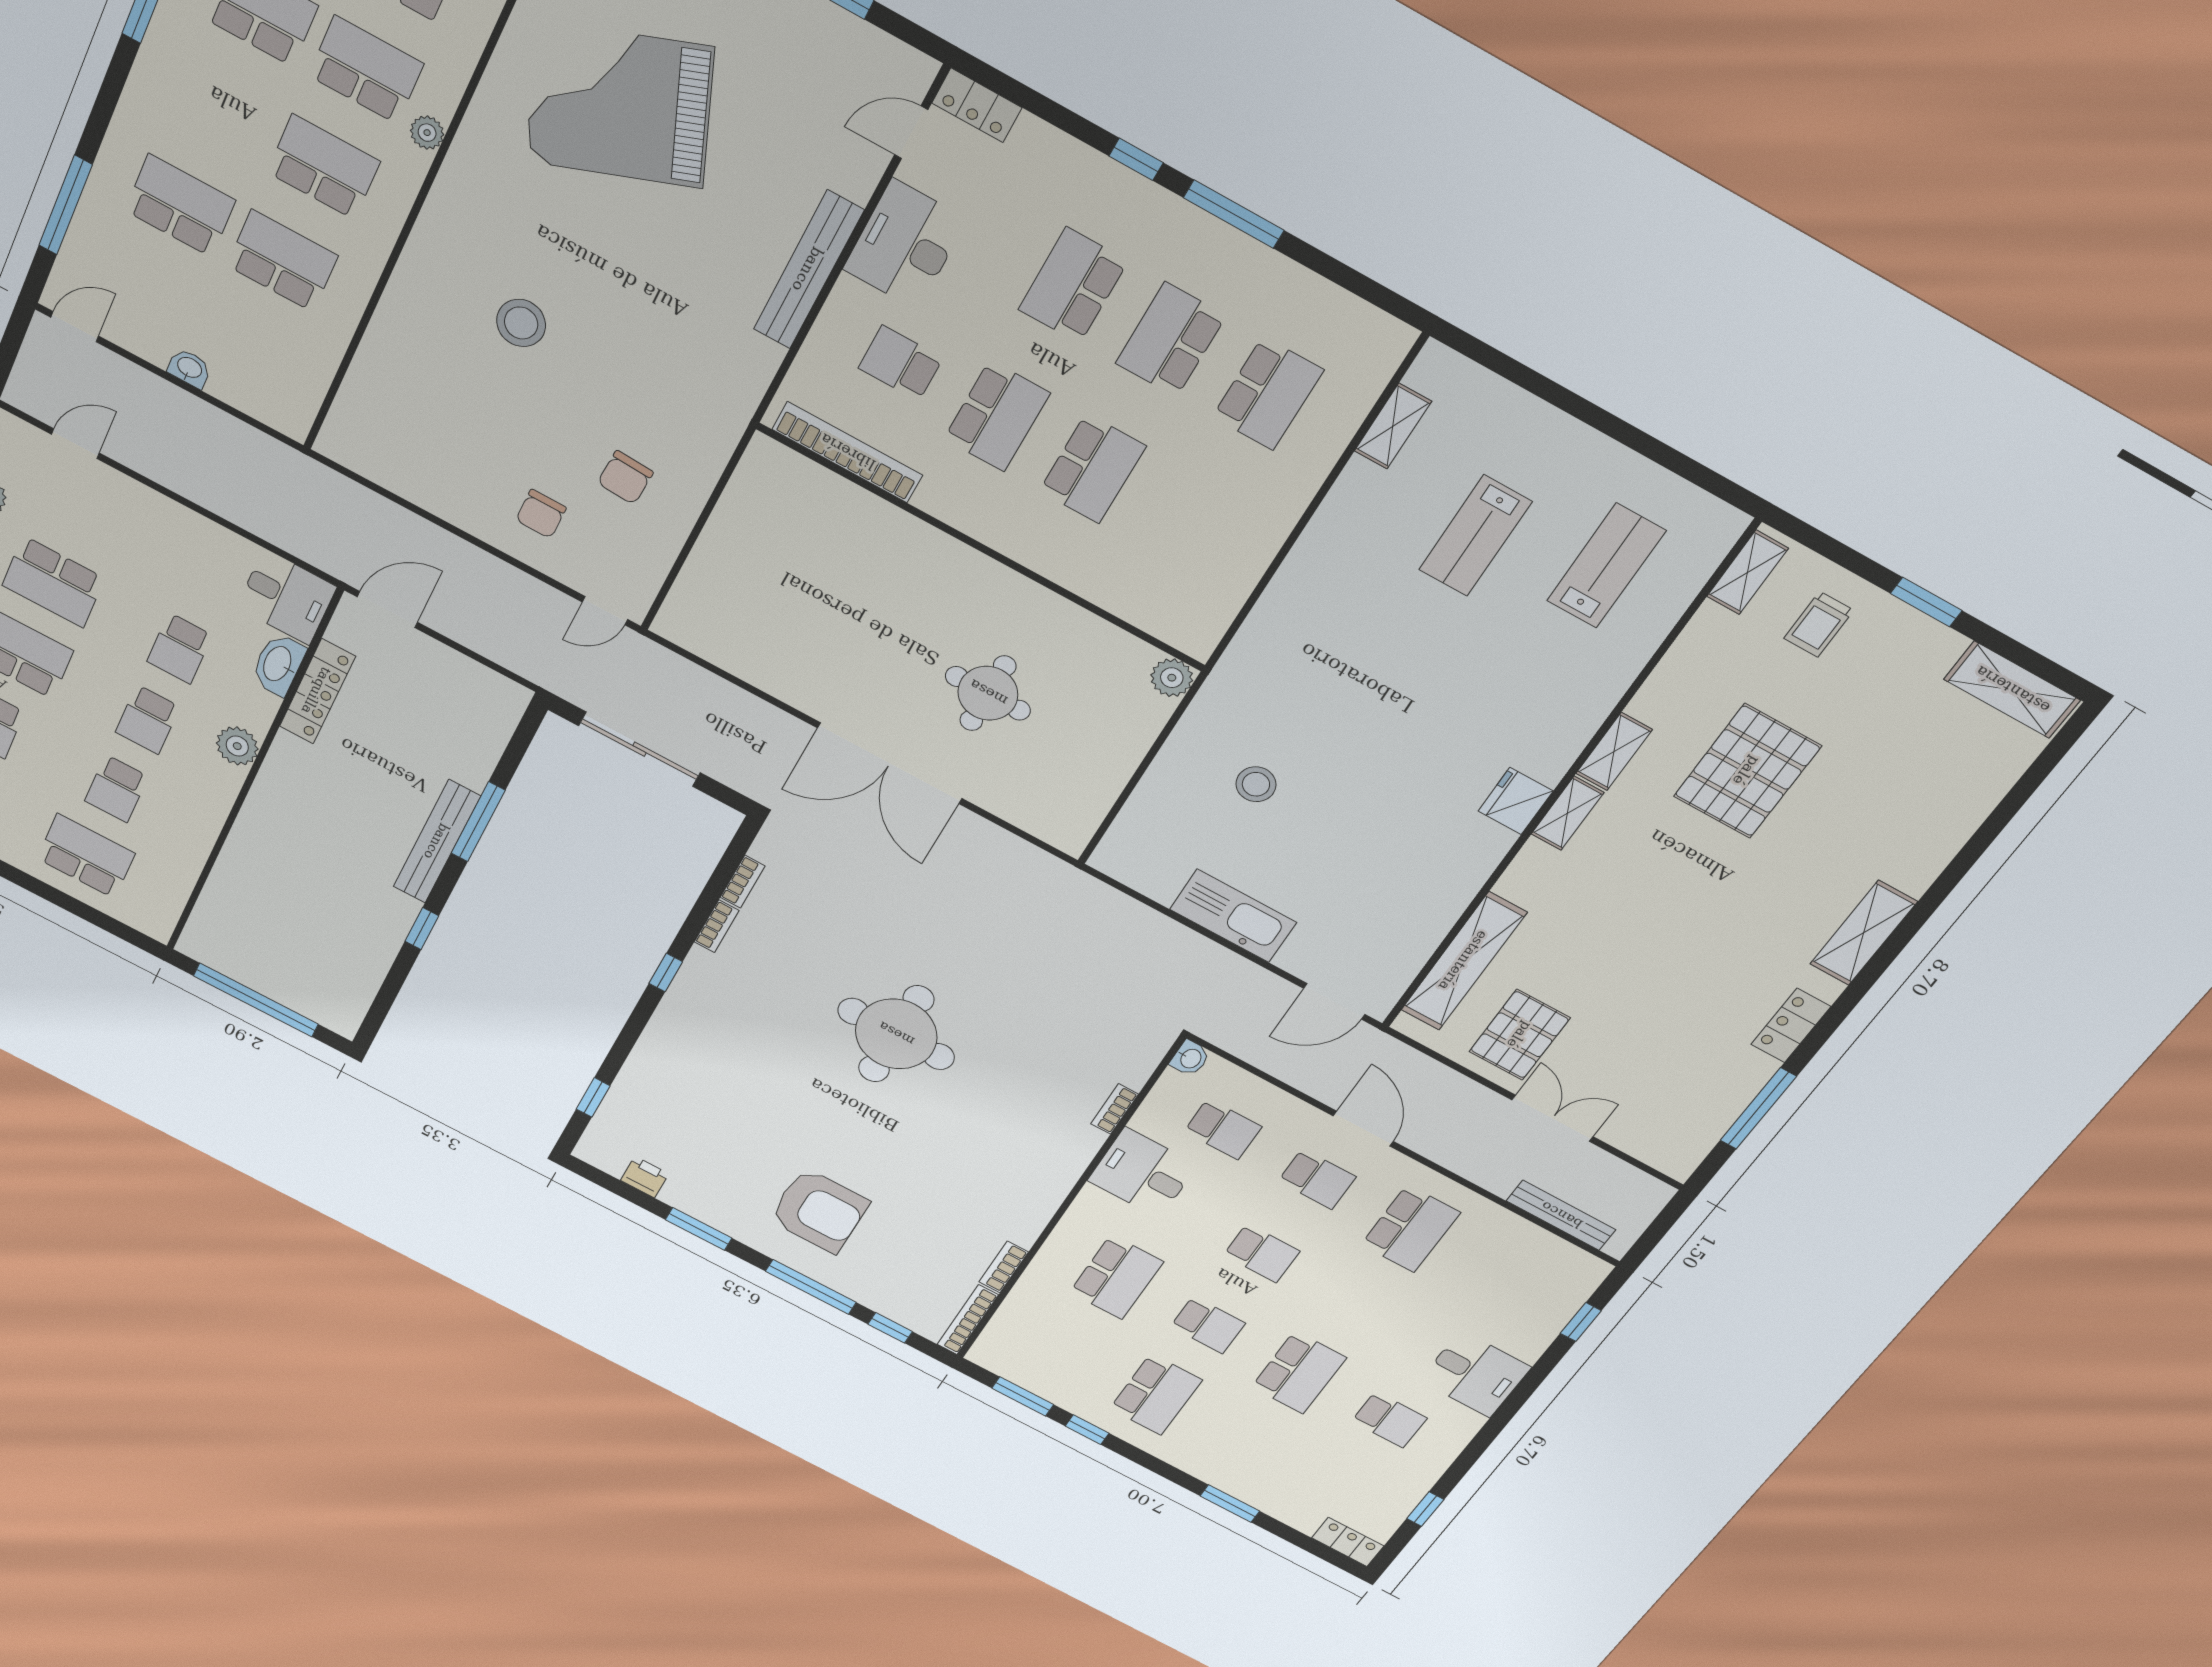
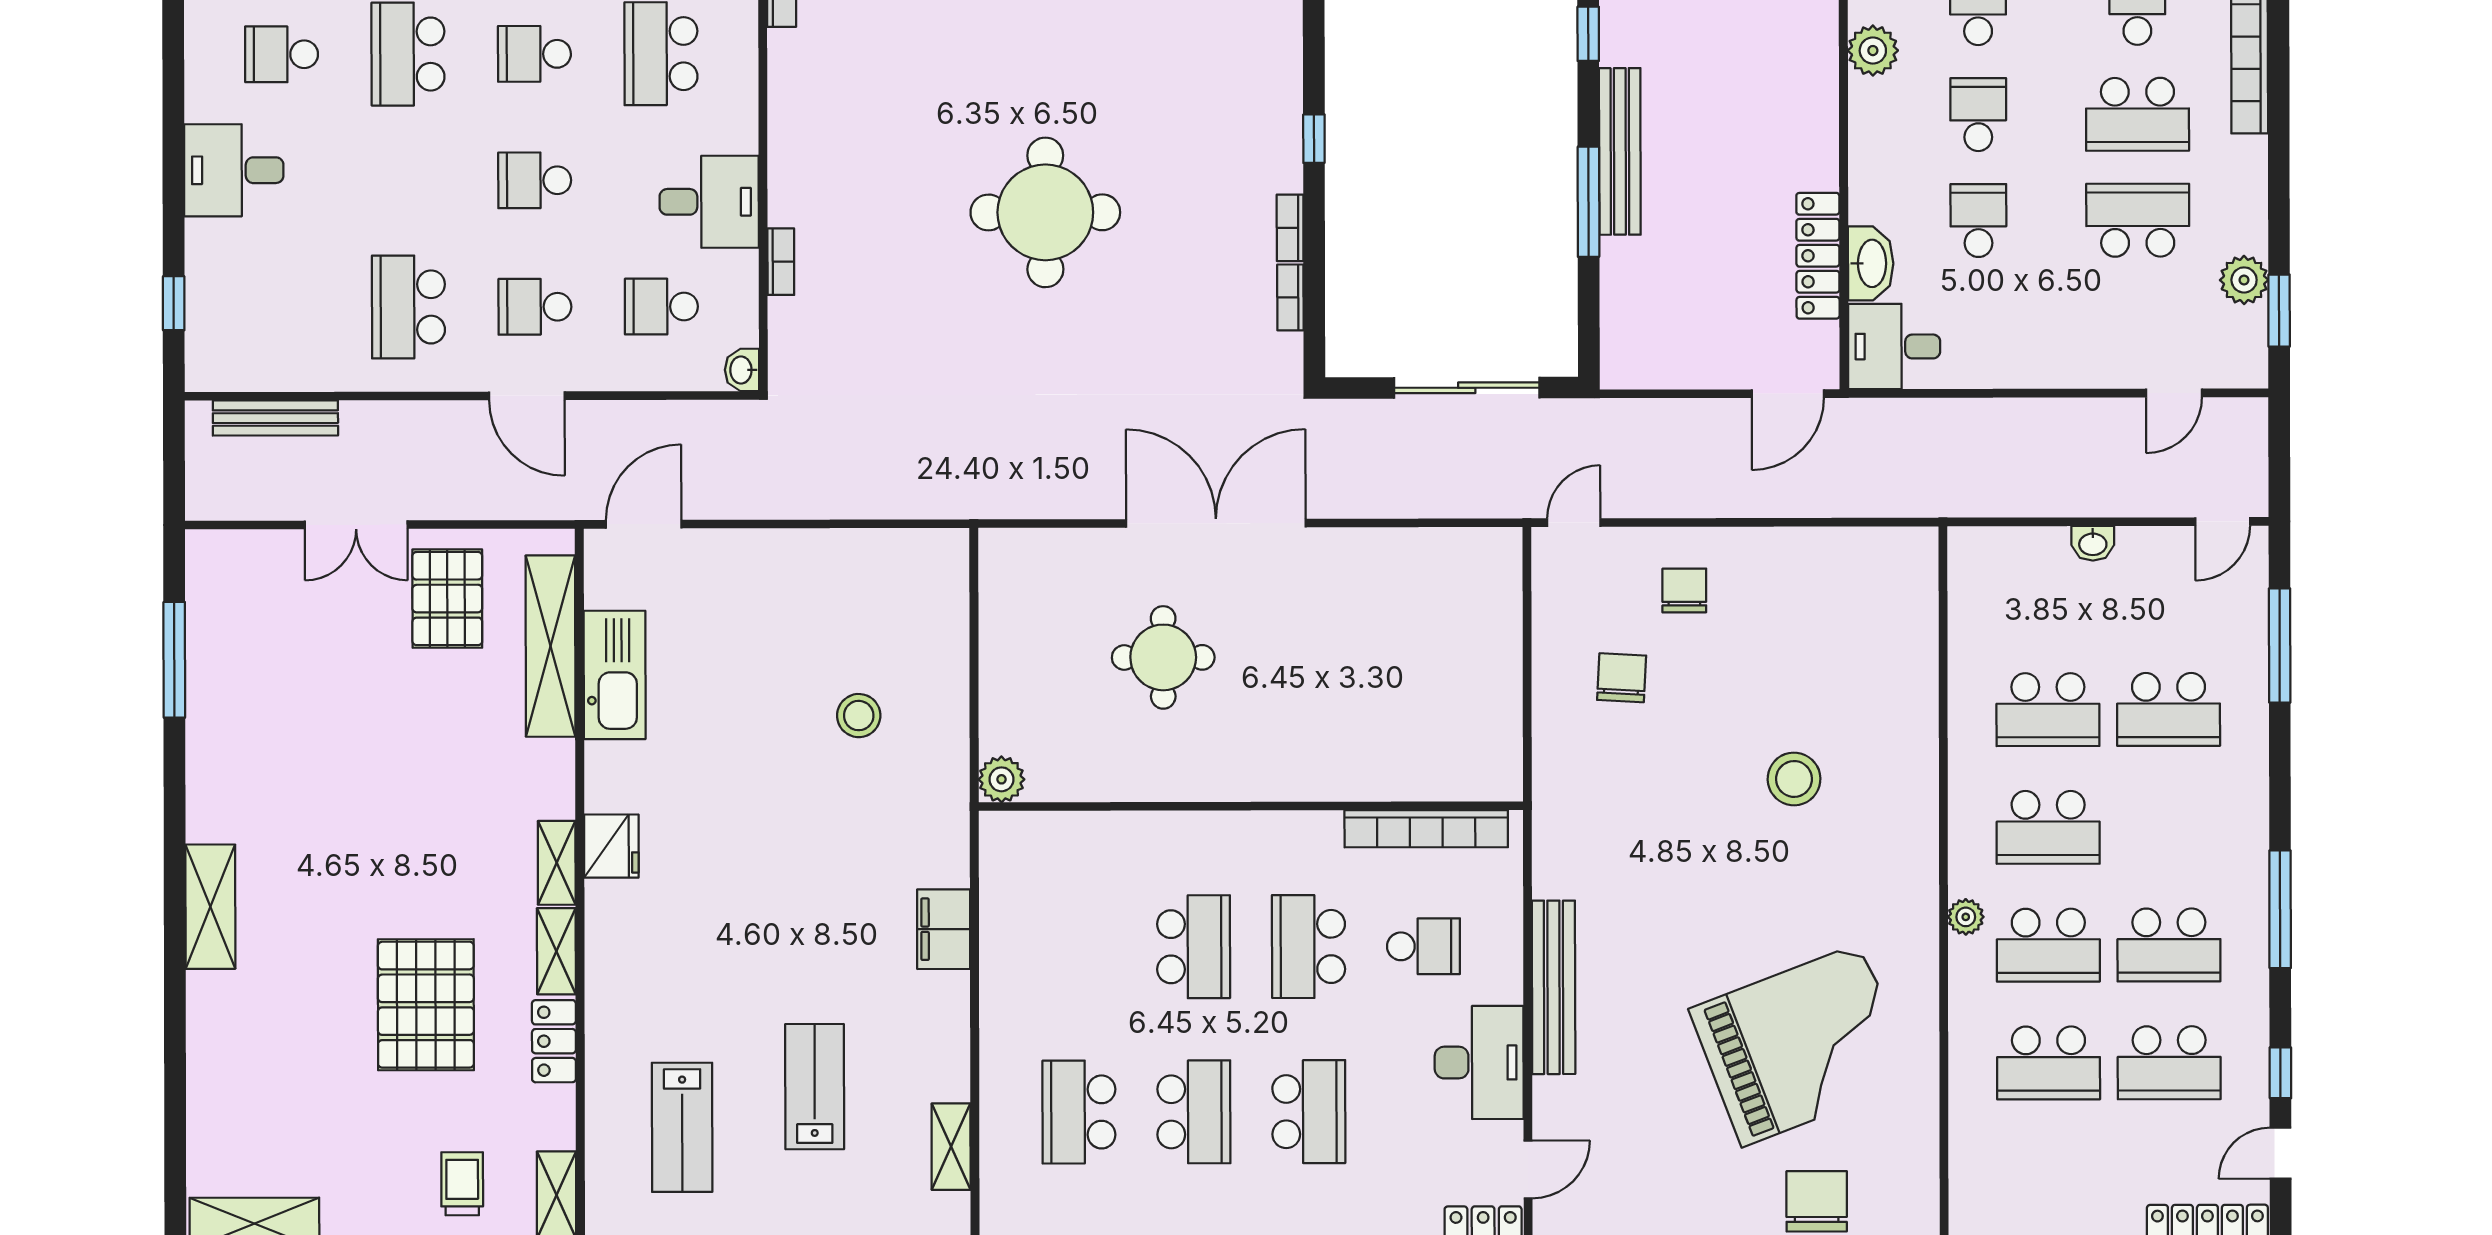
school desk: (1093, 469) -> (1194, 947), turned 180
filing cabinet: (1290, 595) -> (944, 929), added
plant: (237, 746) -> (1873, 51), moved
kitchen sink: (1233, 916) -> (615, 675), moved, turned -90
locker: (1791, 1025) -> (554, 1041), moved, turned 180

